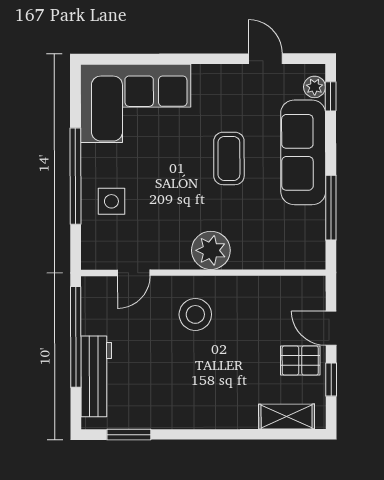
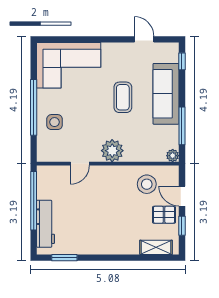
plant: (315, 87) -> (173, 156), moved
door: (134, 273) -> (80, 164), moved
stool: (195, 314) -> (147, 184), moved

